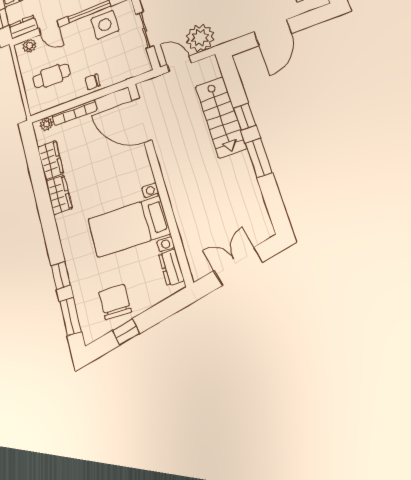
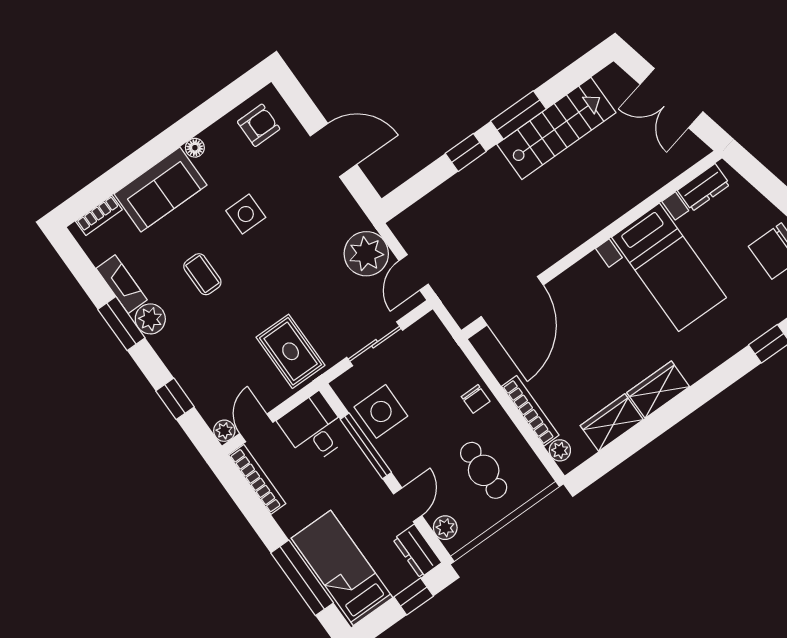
stairs: (221, 117) -> (556, 128), moved

